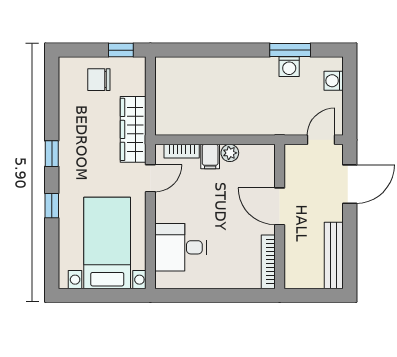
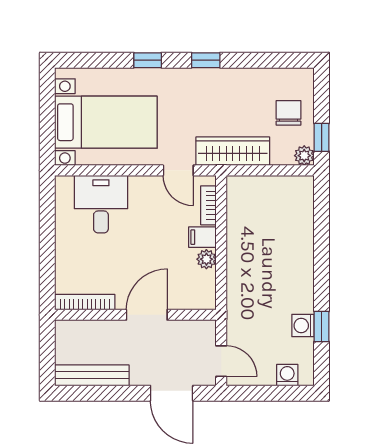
window: (290, 50) -> (322, 327), width x0.67
plant: (137, 65) -> (304, 156), added

